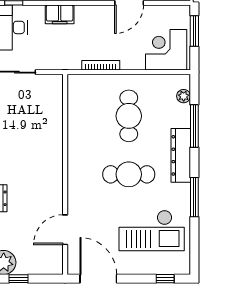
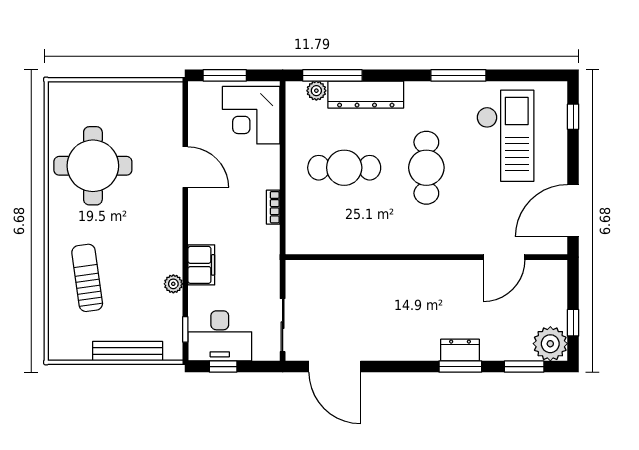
bookcase: (101, 65) -> (273, 207), width x0.64
window: (194, 126) -> (332, 75), moved
dresser: (181, 155) -> (366, 95), moved
door: (65, 230) -> (504, 257), hinge flipped

